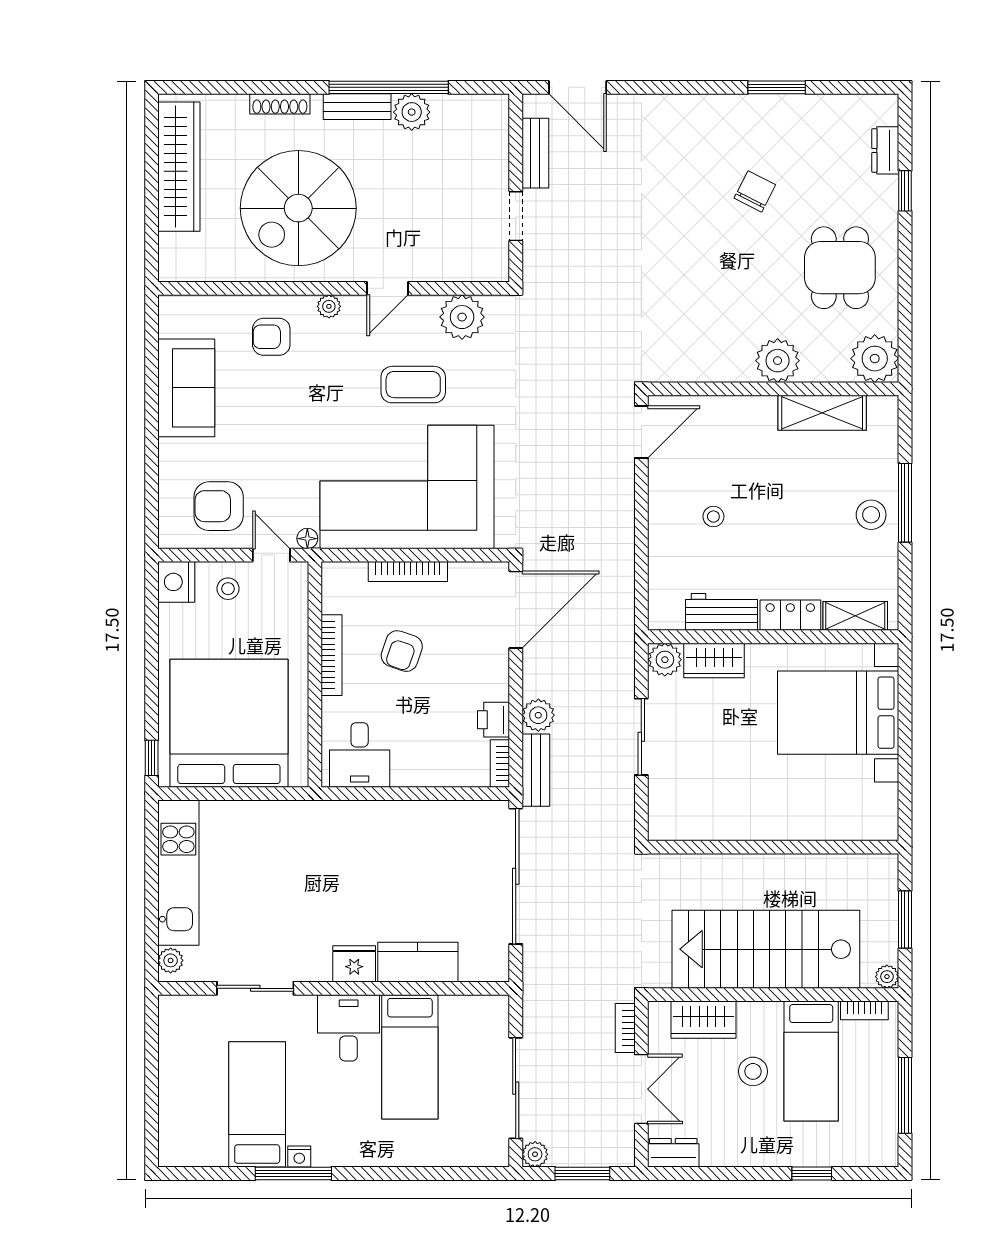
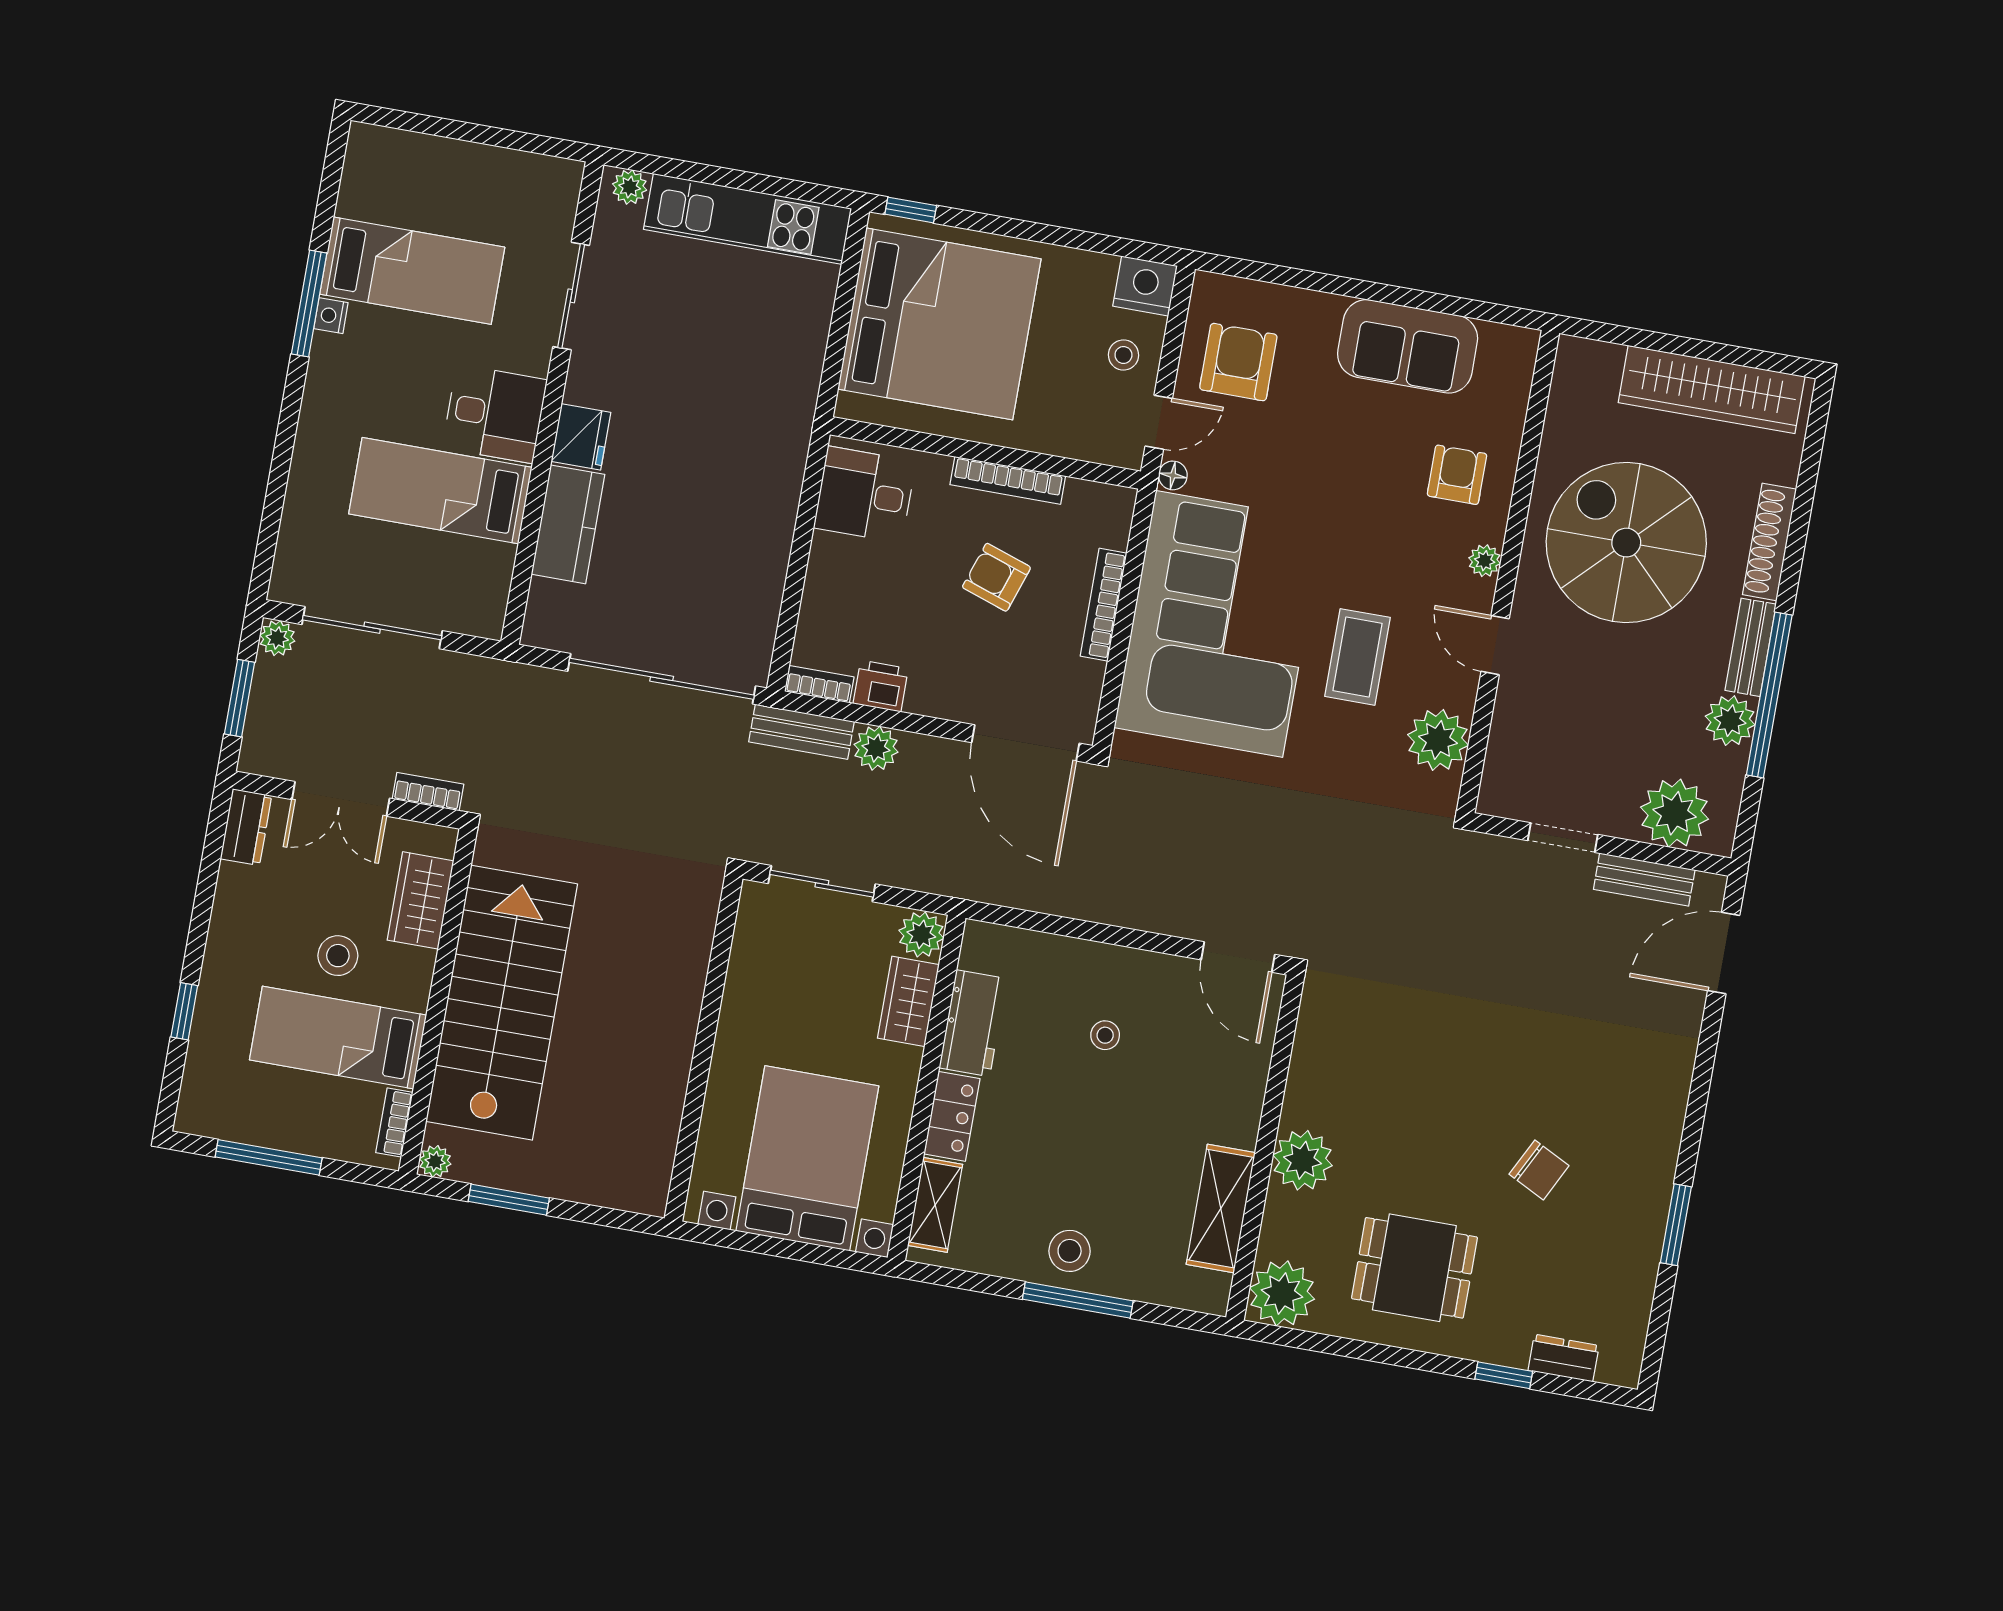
shoe rack: (280, 104) -> (1770, 542), width x1.36, depth x1.24
plant: (484, 140) -> (1675, 813), added
wall: (773, 847) -> (704, 1048), moved

